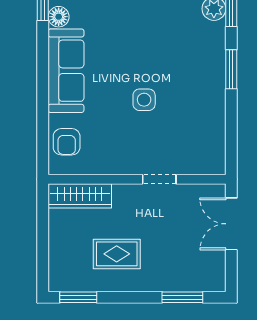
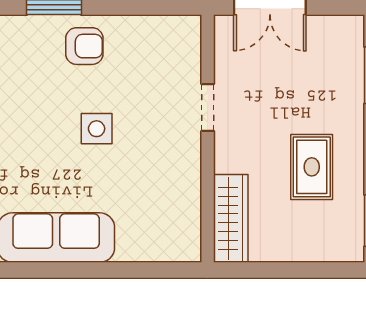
armchair: (67, 142) -> (84, 46), moved

